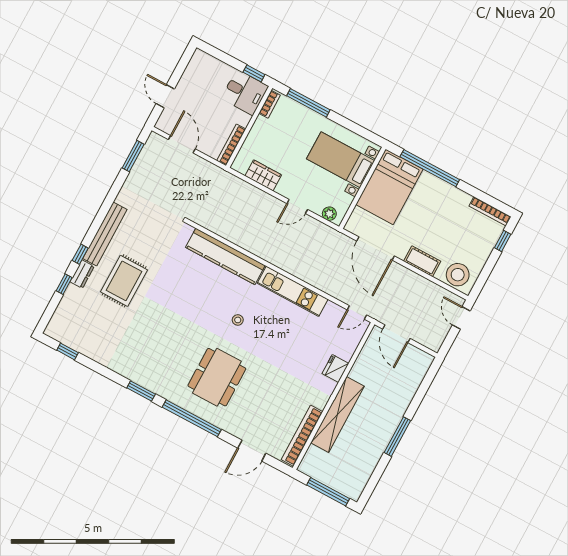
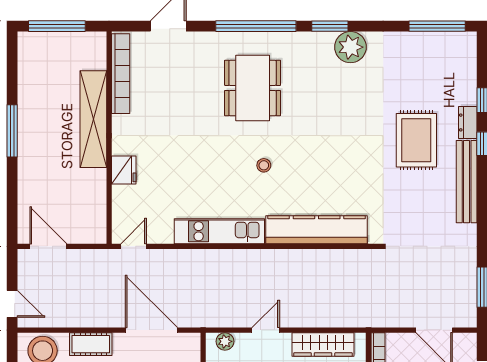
wardrobe: (263, 175) -> (323, 345), width x1.50
door: (396, 334) -> (48, 246), moved
window: (68, 351) -> (437, 26), width x2.17
plant: (135, 369) -> (350, 47), added

